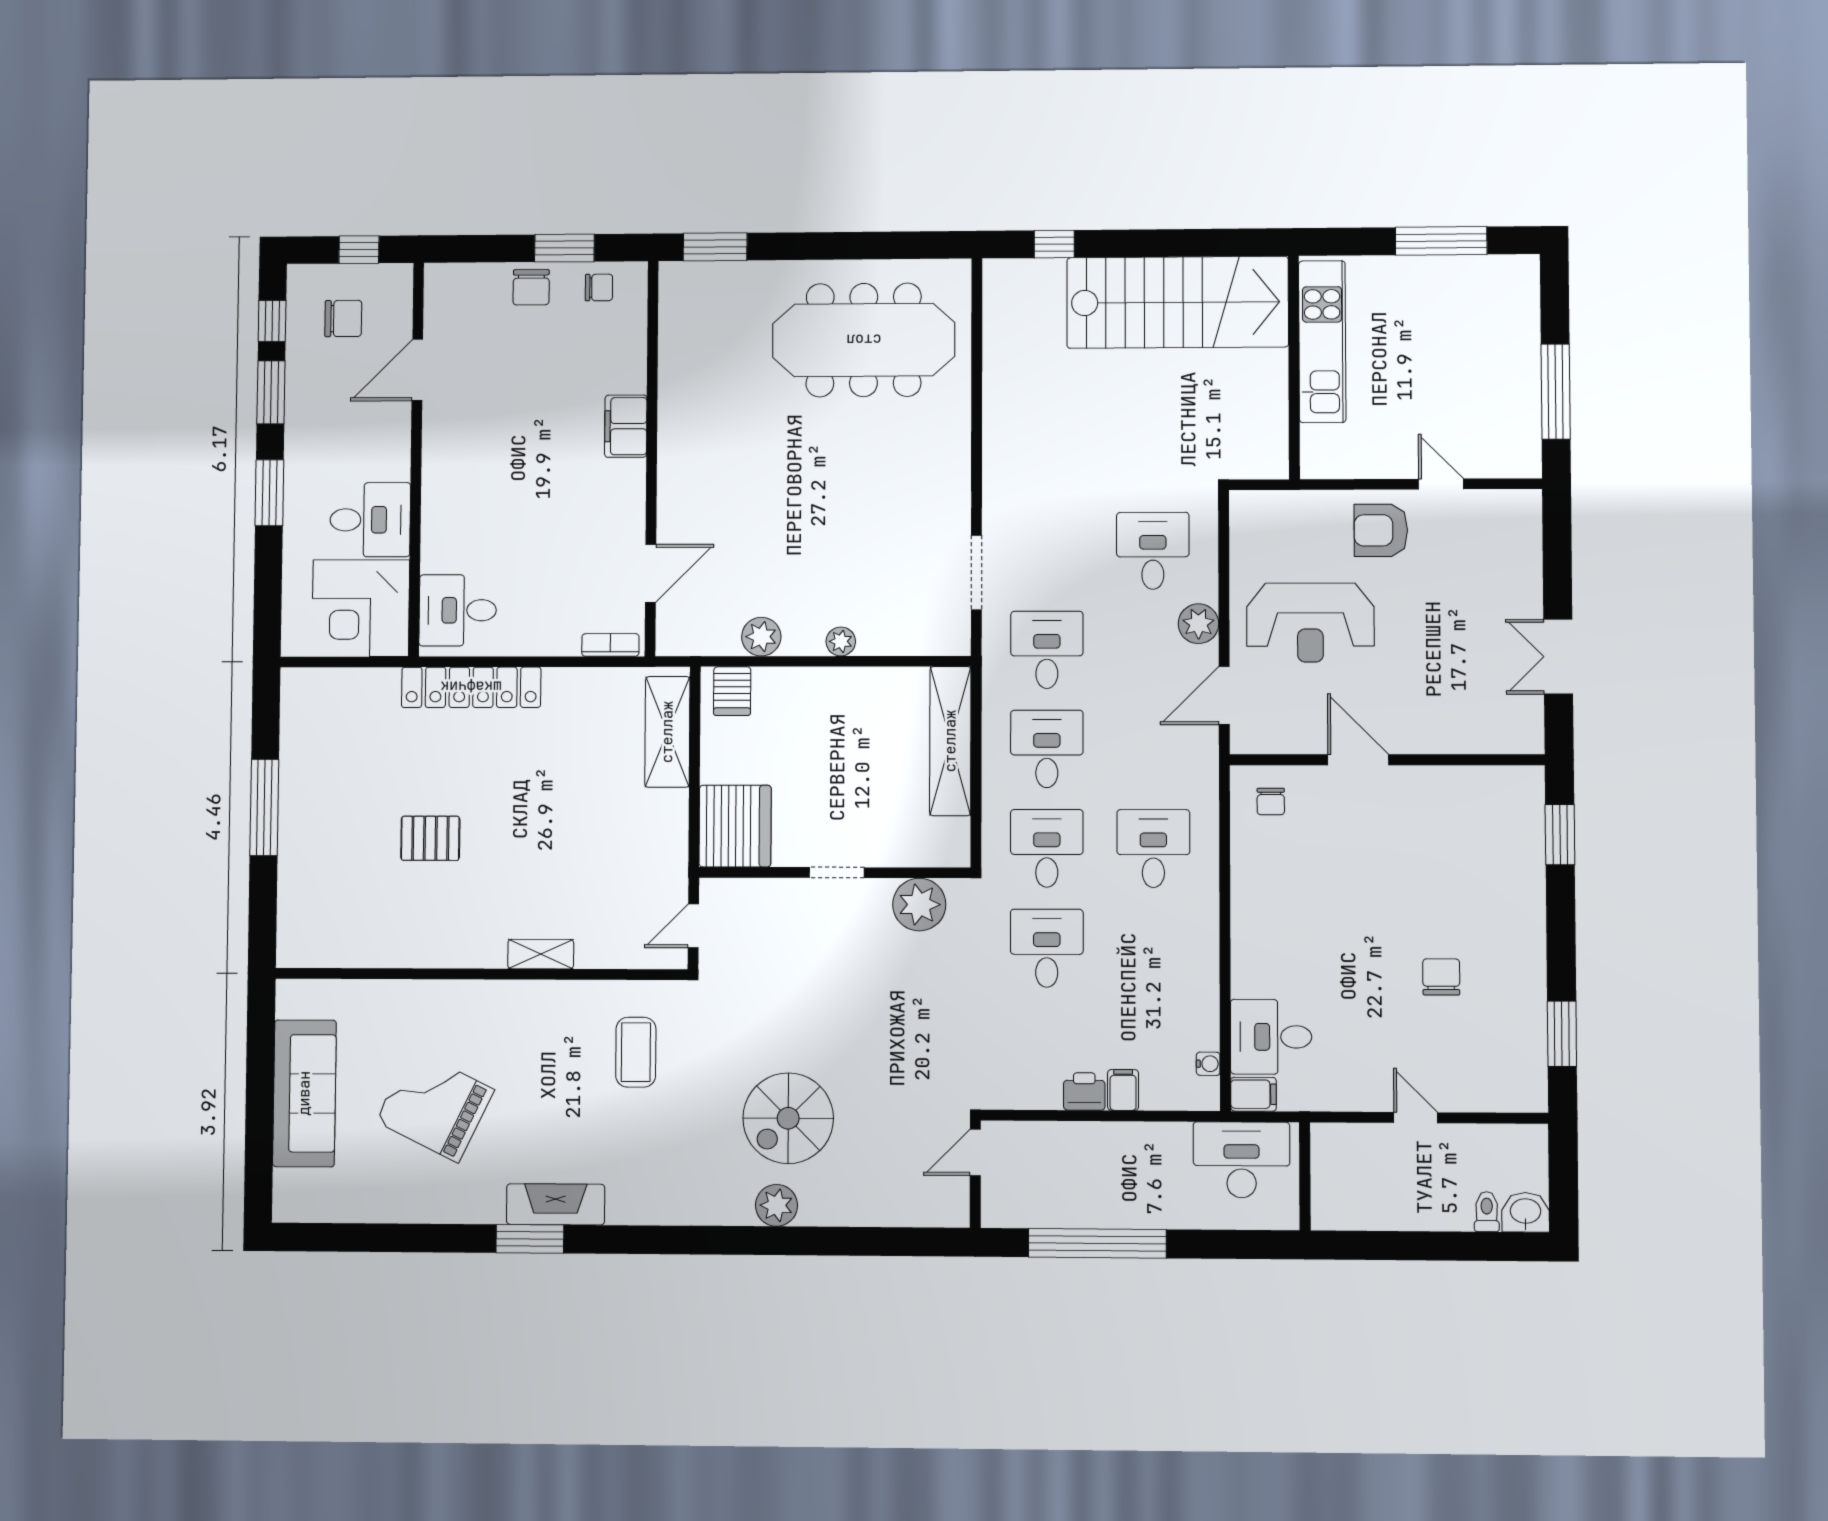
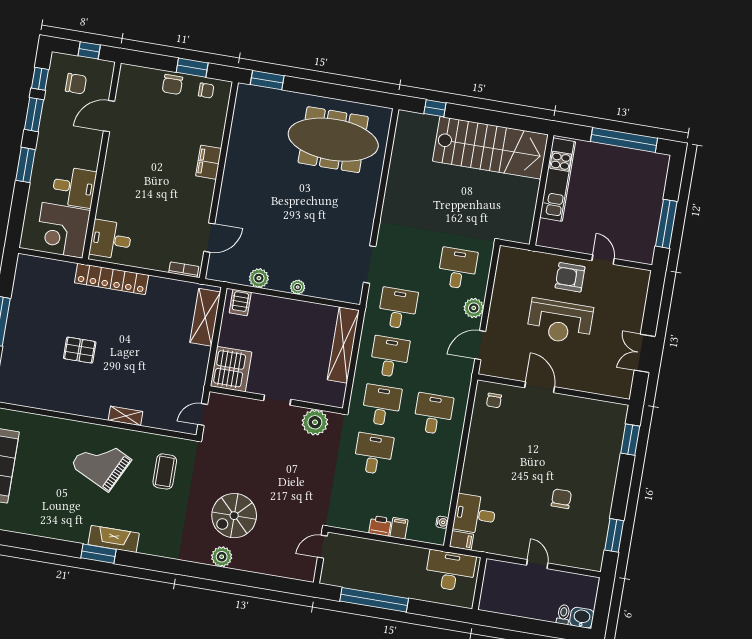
window: (1441, 241) -> (624, 140), width x1.46
reception desk: (1310, 623) -> (560, 322), moved
grand piano: (435, 1105) -> (101, 463), moved

